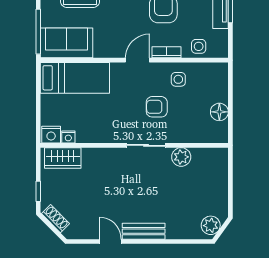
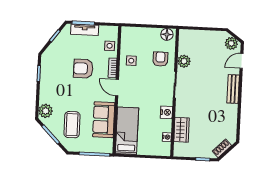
sofa: (67, 43) -> (104, 120), moved
armchair: (157, 107) -> (160, 59), moved, turned 180
floor lamp: (219, 112) -> (167, 34), moved
nightstand: (51, 135) -> (166, 112), moved
wardrobe: (63, 158) -> (181, 130), moved
door: (110, 241) -> (241, 61), moved

